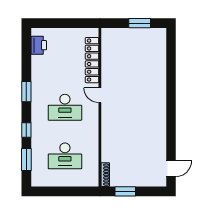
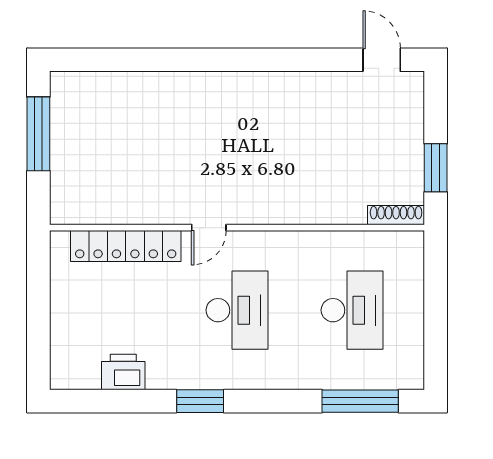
window: (140, 23) -> (38, 134), width x1.44
printer: (39, 45) -> (123, 372), moved
window: (26, 130) -> (291, 401), removed
window: (26, 159) -> (360, 401), width x1.44

